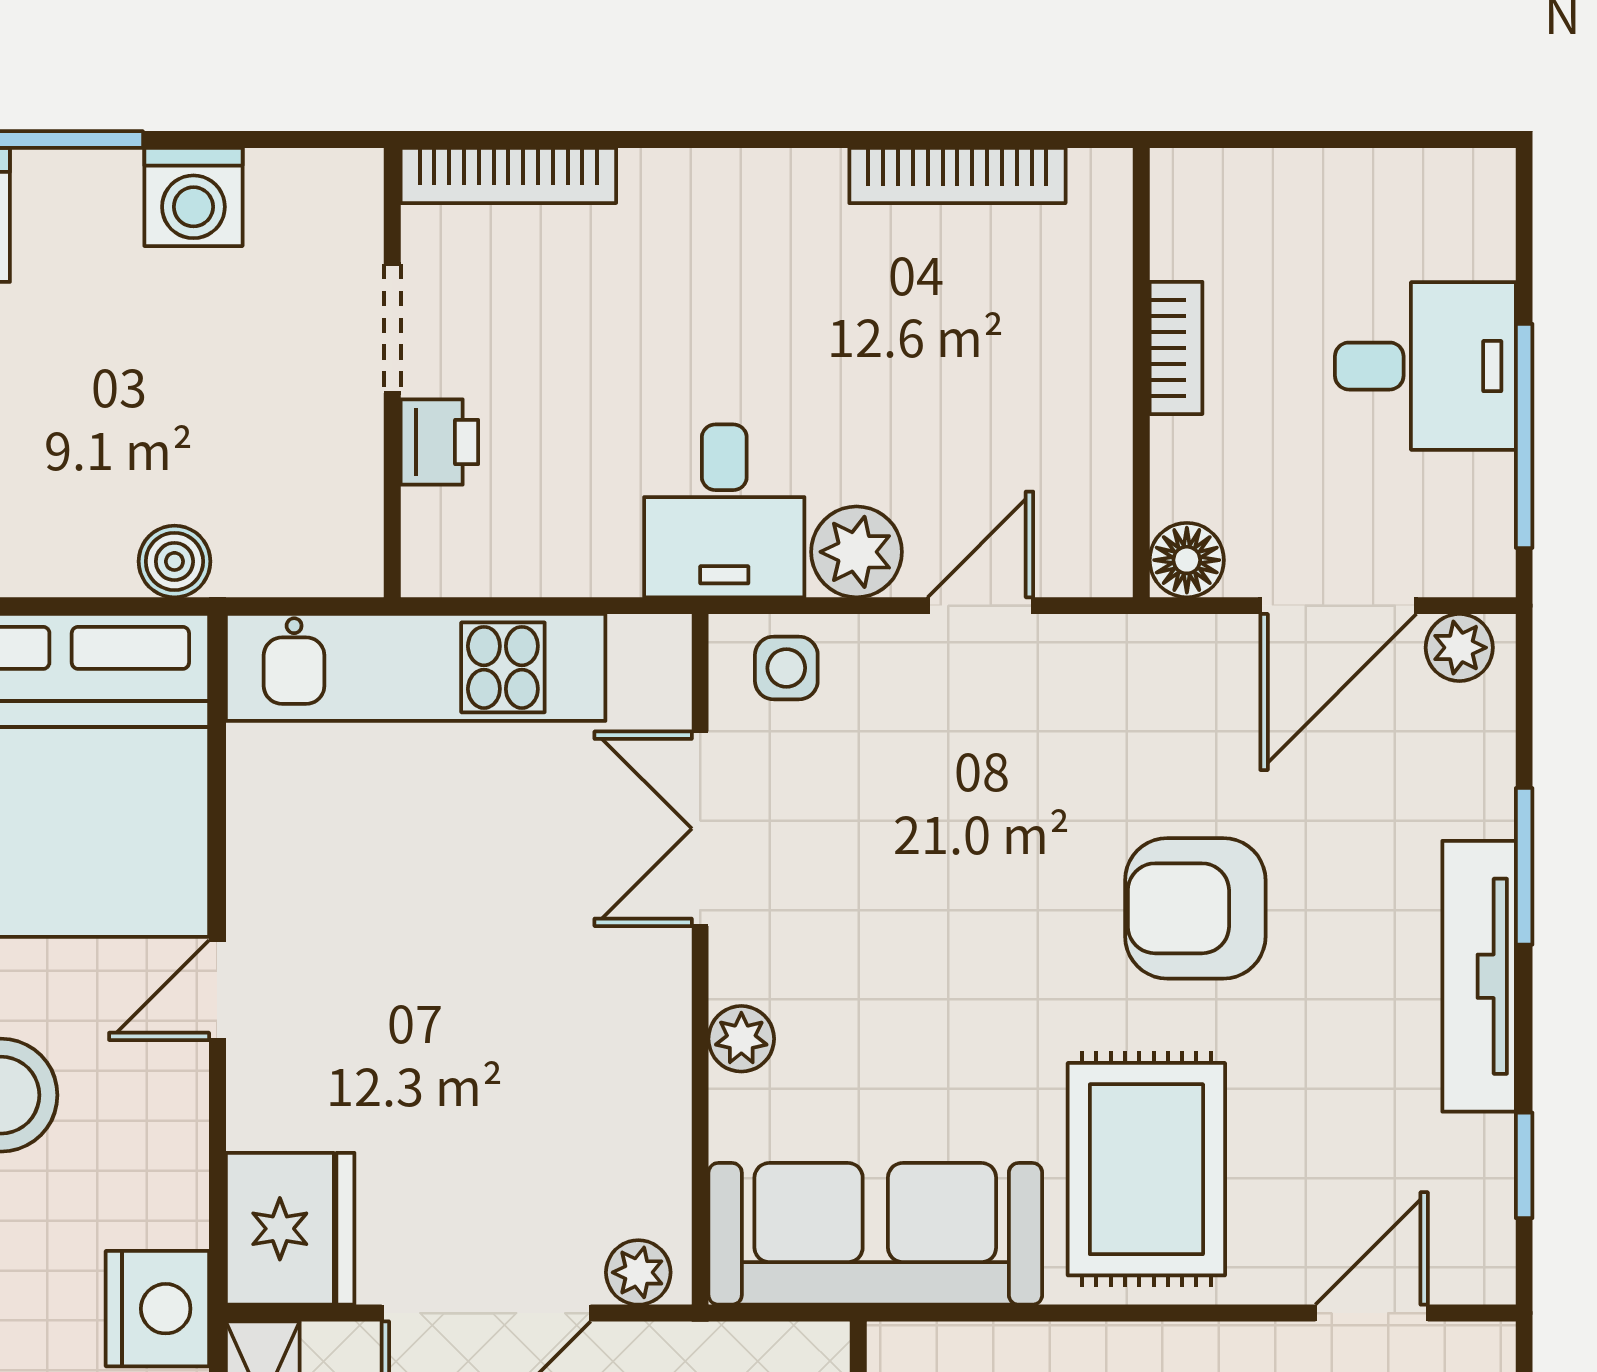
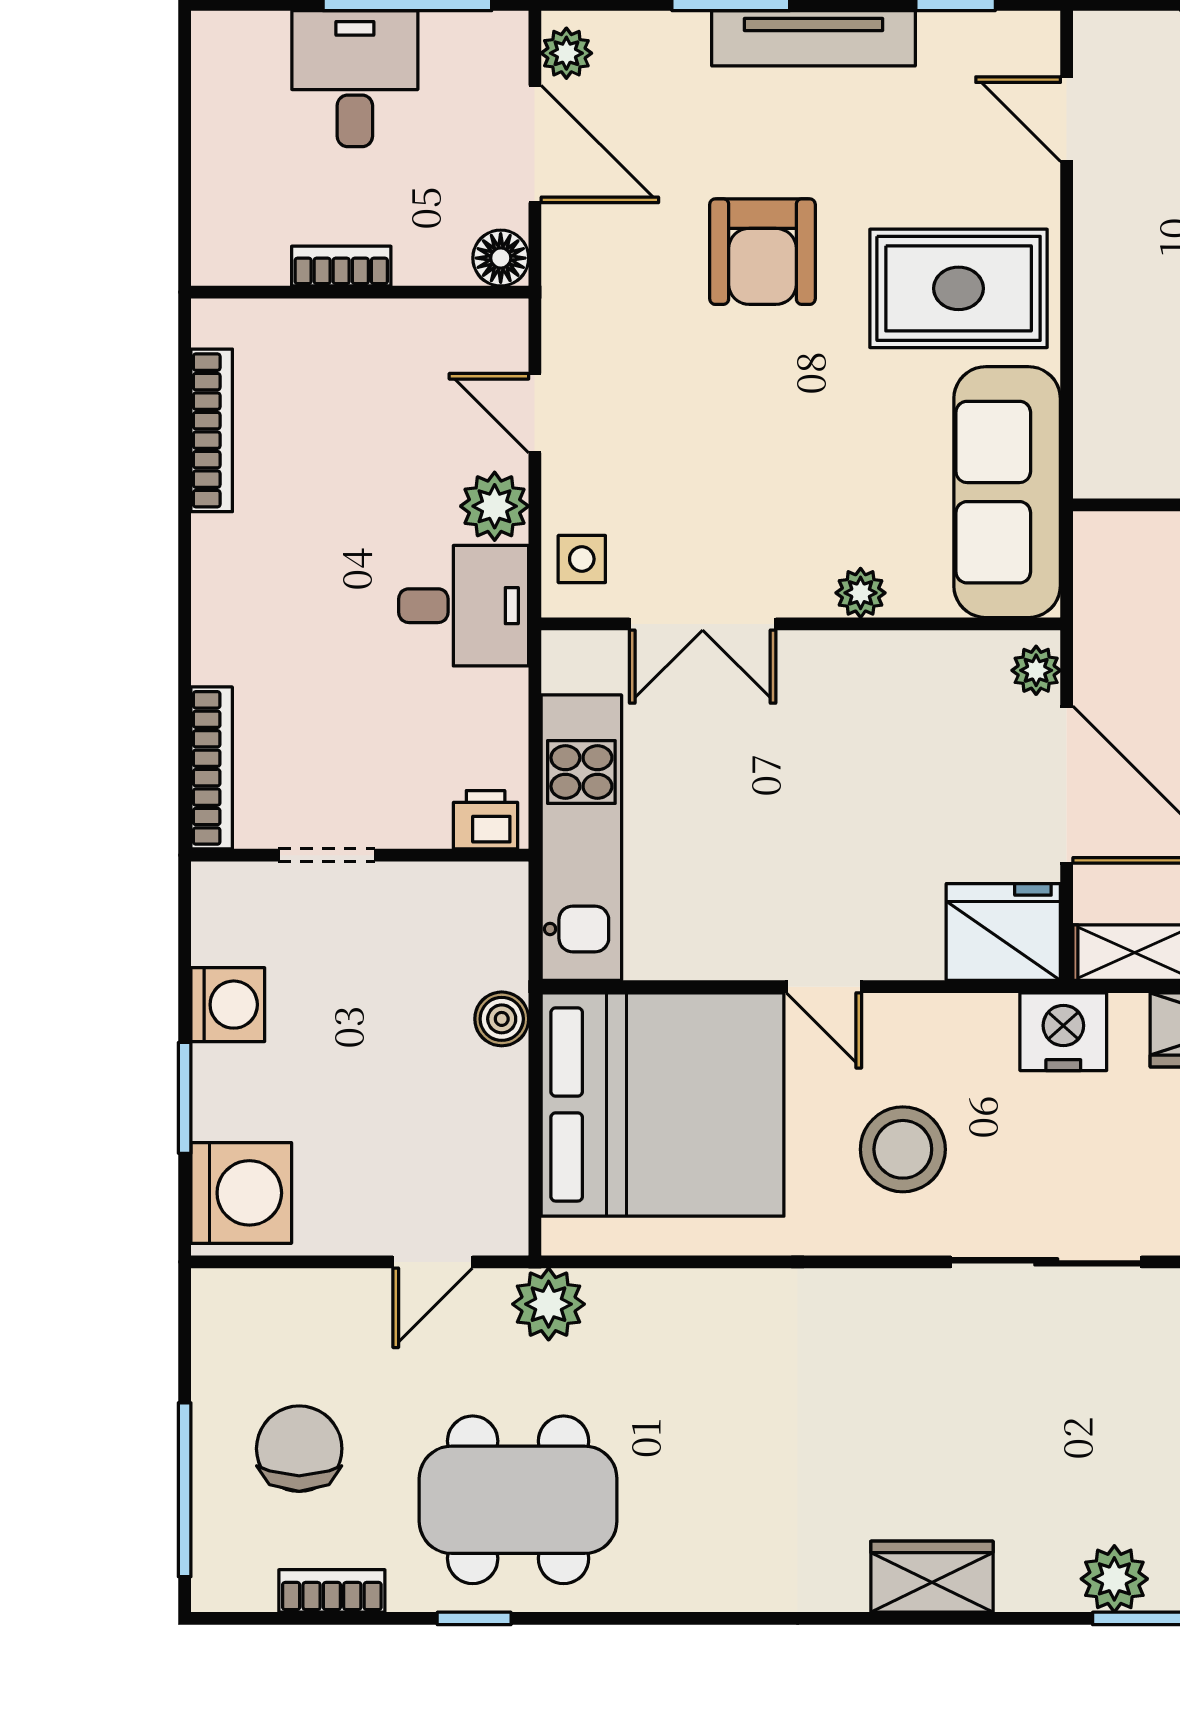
printer: (439, 442) -> (486, 820), moved

